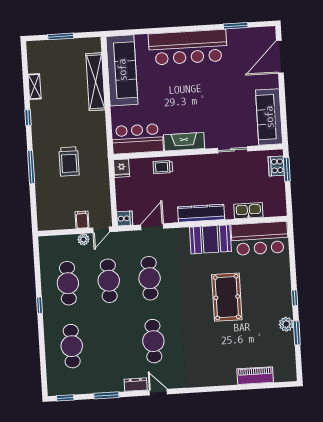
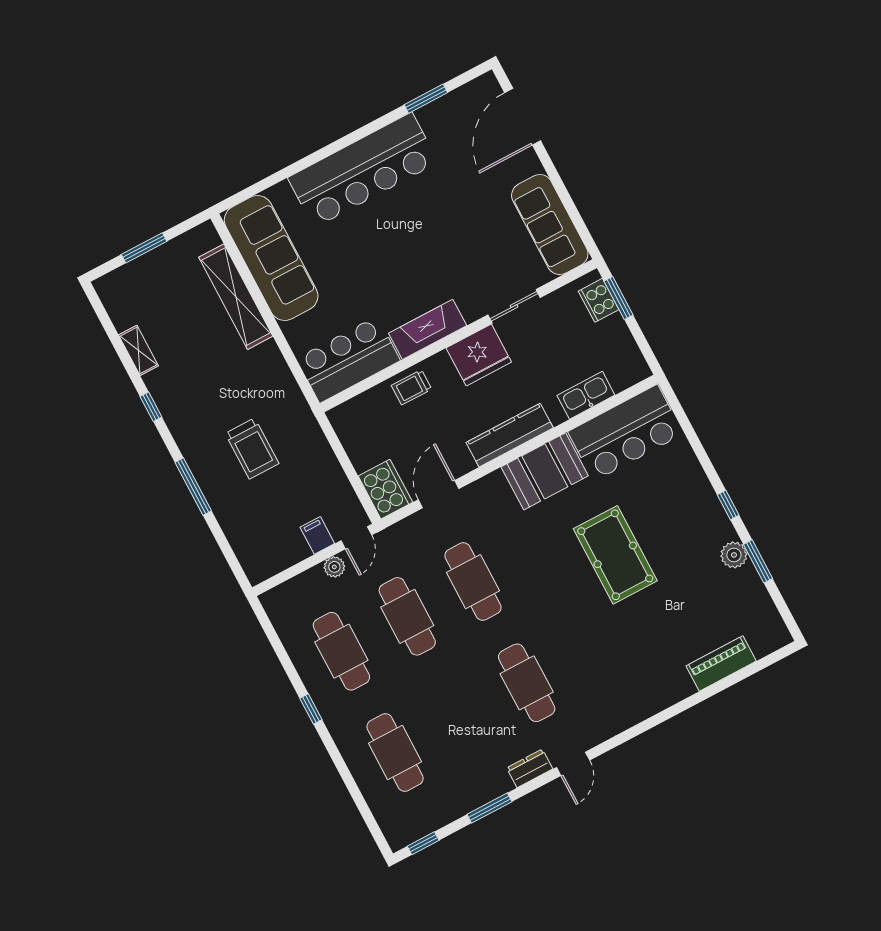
fridge: (122, 168) -> (479, 355), moved, width x1.88, depth x1.34
cooker: (125, 218) -> (385, 489), width x1.87, depth x1.31
door: (158, 392) -> (573, 764), swing flipped

